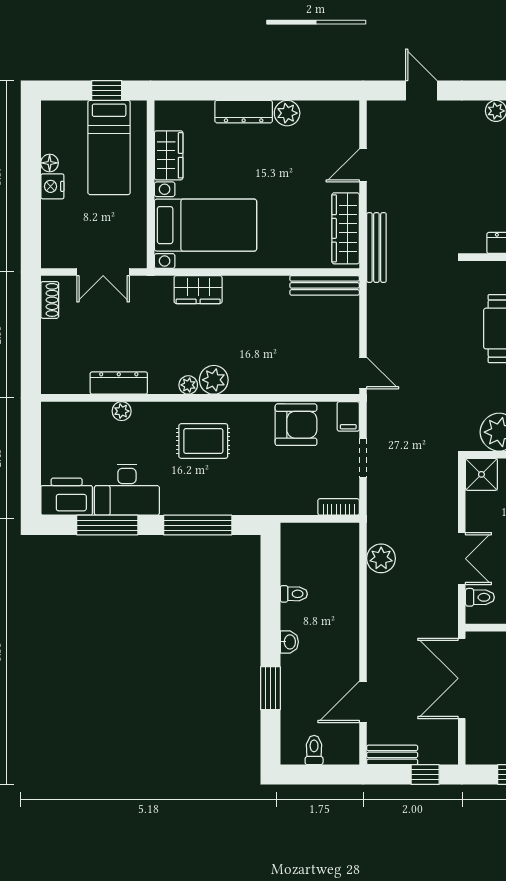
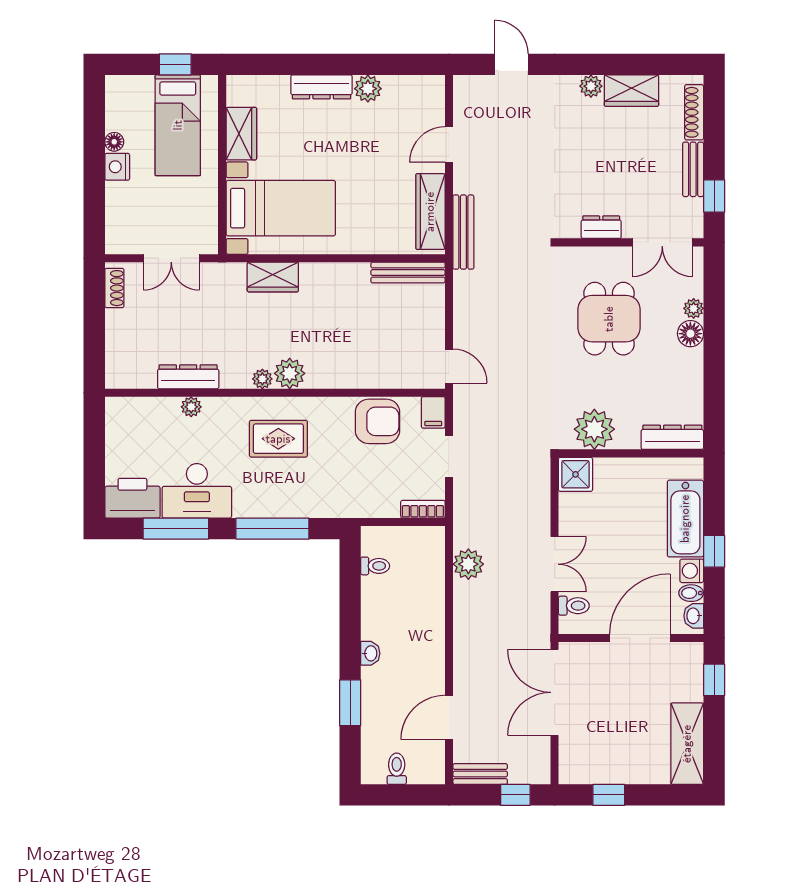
toilet: (294, 594) -> (375, 566), moved

